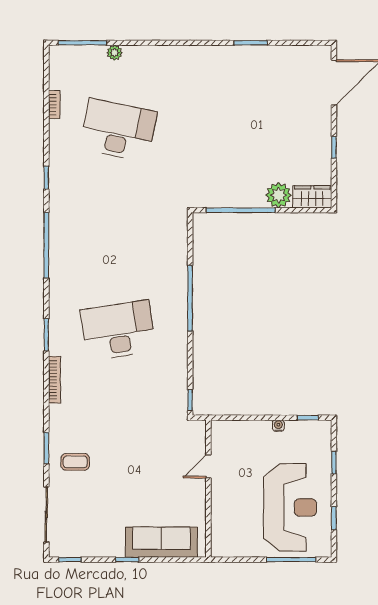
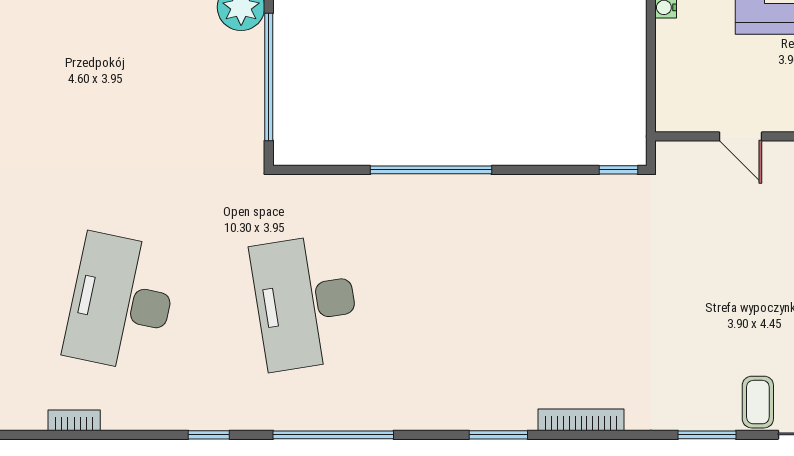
desk: (118, 330) -> (306, 302), moved
coffee table: (75, 462) -> (758, 402), moved

